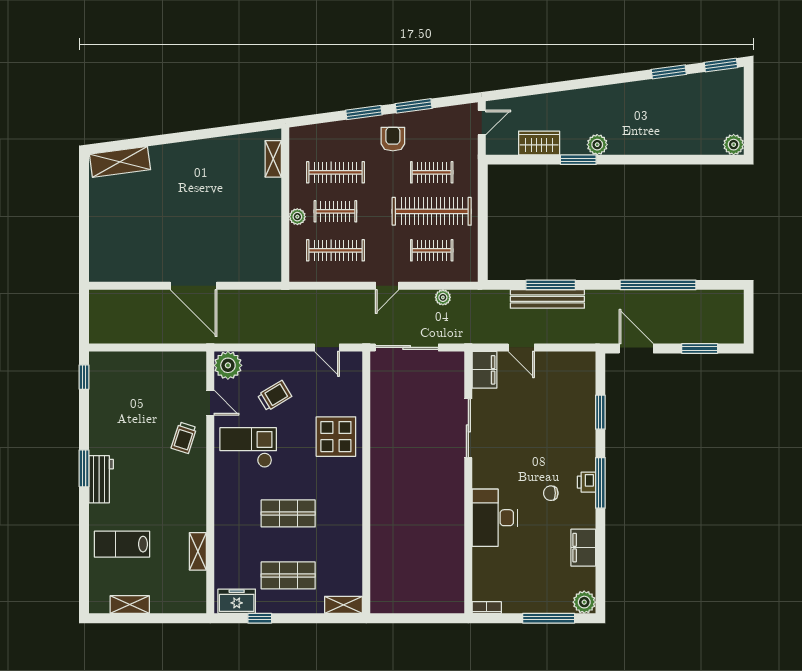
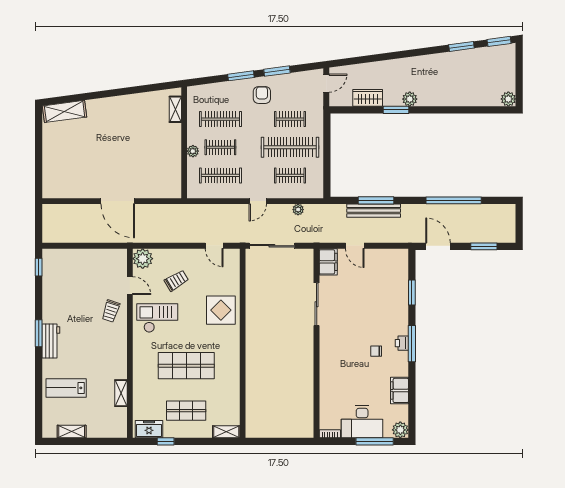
shop shelf: (288, 513) -> (186, 366), width x1.43, depth x1.36
desk: (495, 518) -> (362, 422), moved, turned -90

